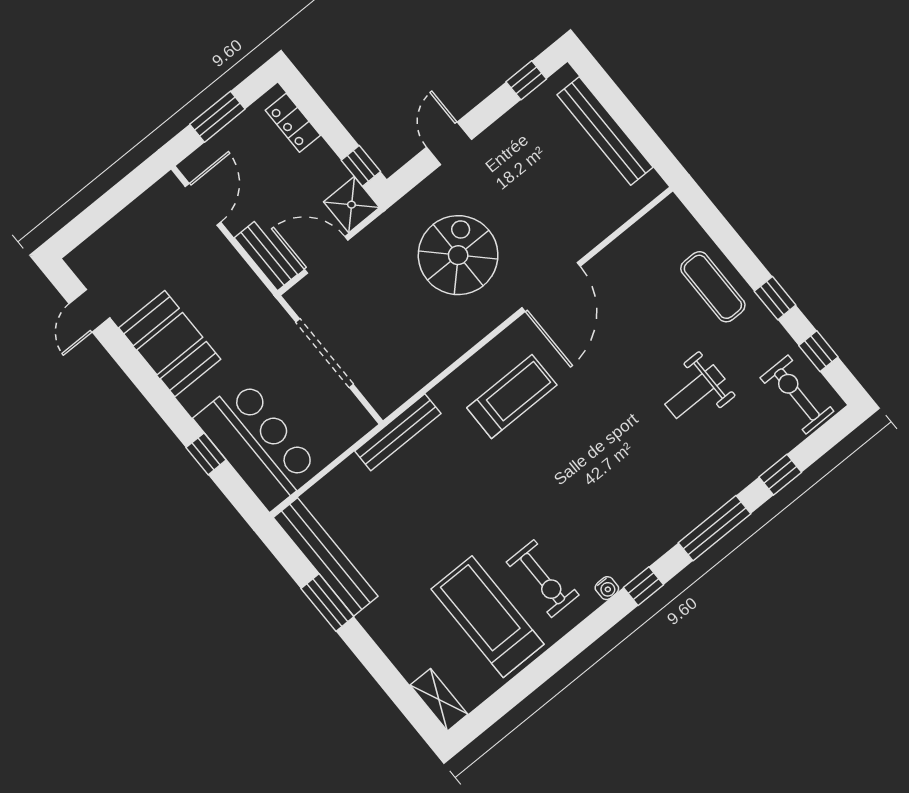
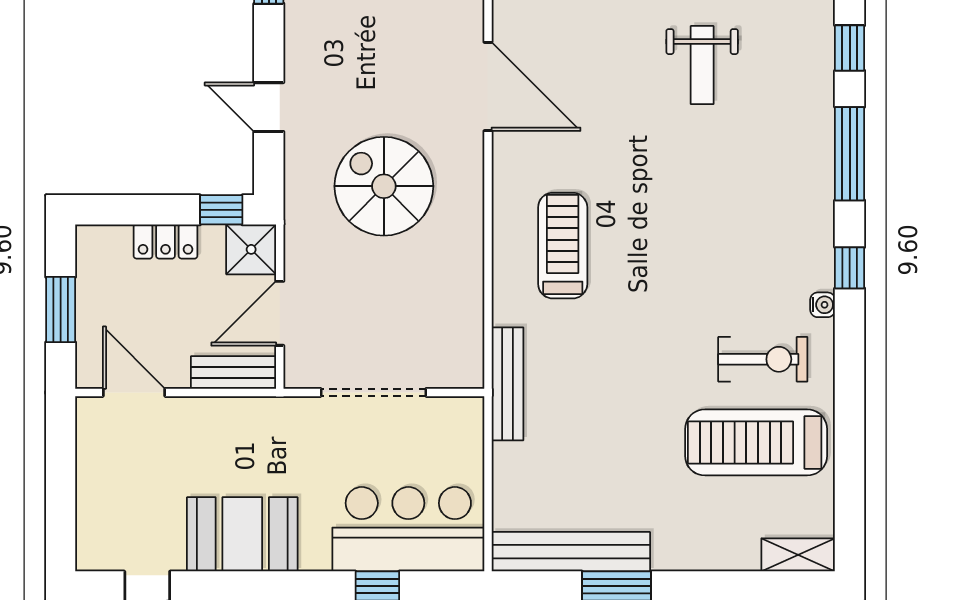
locker: (293, 123) -> (166, 241), moved
door: (551, 287) -> (488, 87), moved

